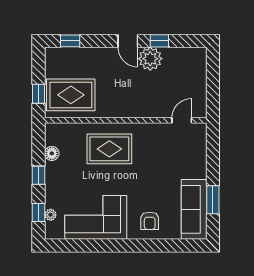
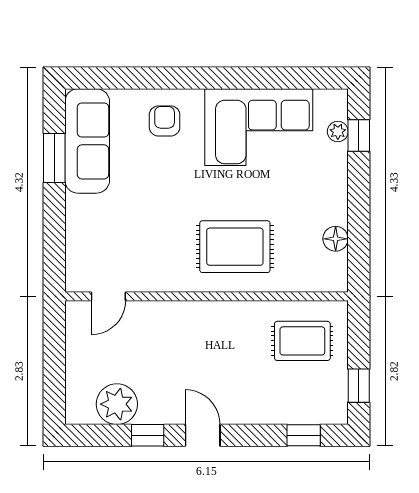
plant: (150, 59) -> (117, 404), moved
window: (39, 94) -> (359, 386), moved
rug: (71, 95) -> (302, 341), width x0.73, depth x0.70
window: (39, 175) -> (359, 200), removed

